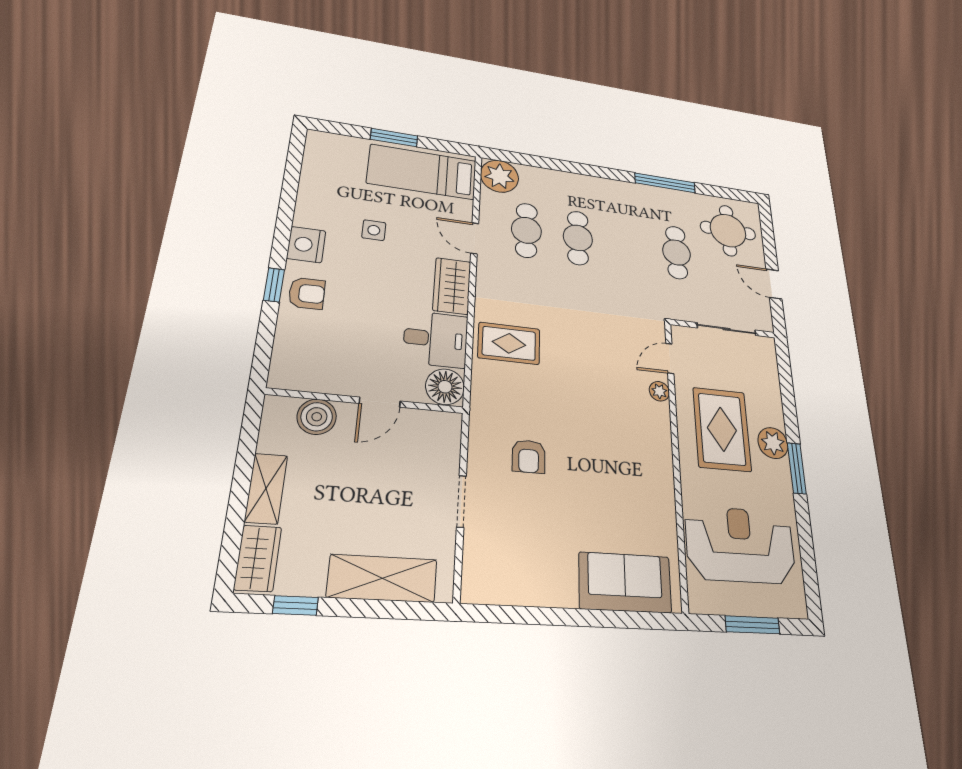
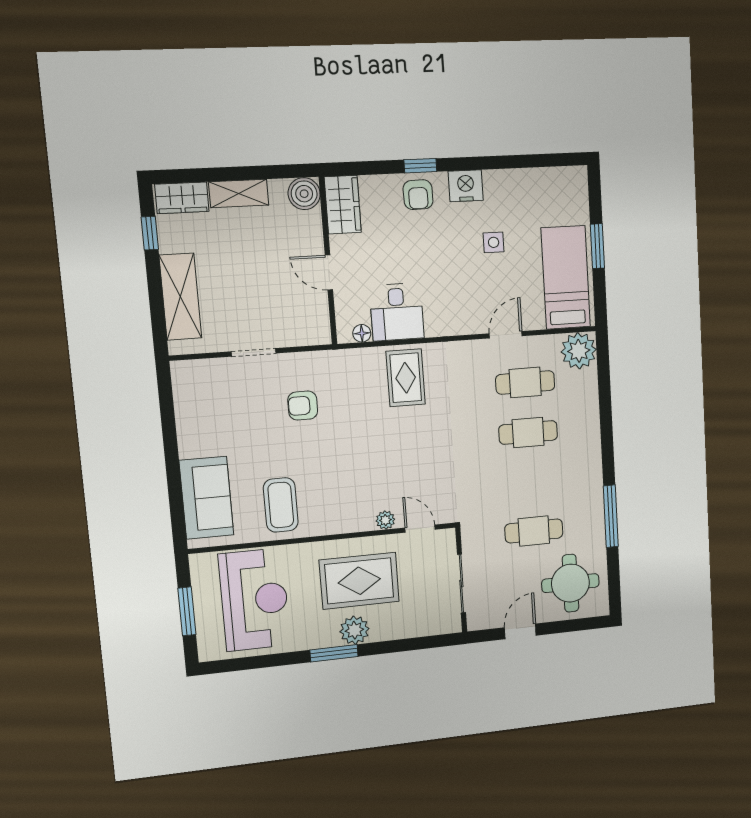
wardrobe: (452, 286) -> (343, 205), moved, turned 90
floor lamp: (445, 387) -> (362, 333), width x0.53, depth x0.53
boiler: (317, 417) -> (304, 194), moved
coffee table: (638, 499) -> (281, 505), added

